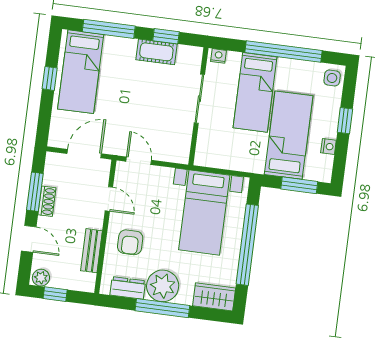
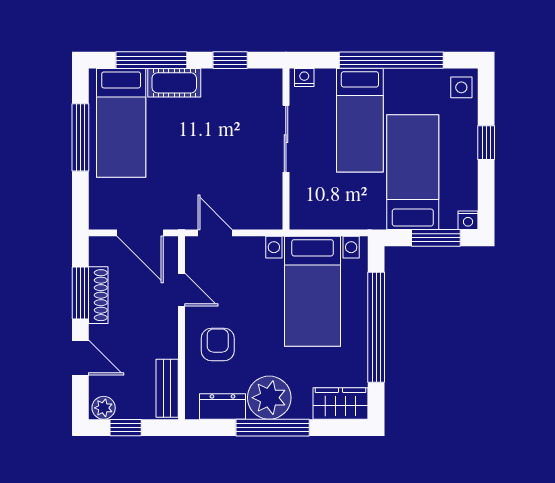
cot: (156, 52) -> (174, 83), moved
window: (50, 78) -> (80, 137), width x2.17
nightstand: (328, 146) -> (468, 220), moved, turned 90
door: (84, 154) -> (140, 233), swing flipped
shoe rack: (47, 201) -> (98, 295), width x1.43
armchair: (130, 242) -> (218, 344), turned 180
bench: (92, 251) -> (167, 388), moved

